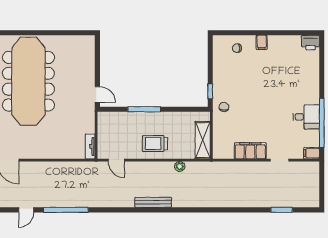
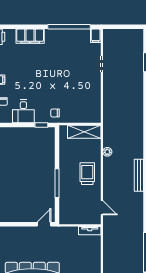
desk: (306, 117) -> (23, 111), moved, turned 180
trolley: (155, 144) -> (87, 174), turned 180
filing cabinet: (250, 151) -> (30, 36), moved, turned -90
door: (116, 160) -> (102, 208), hinge flipped

